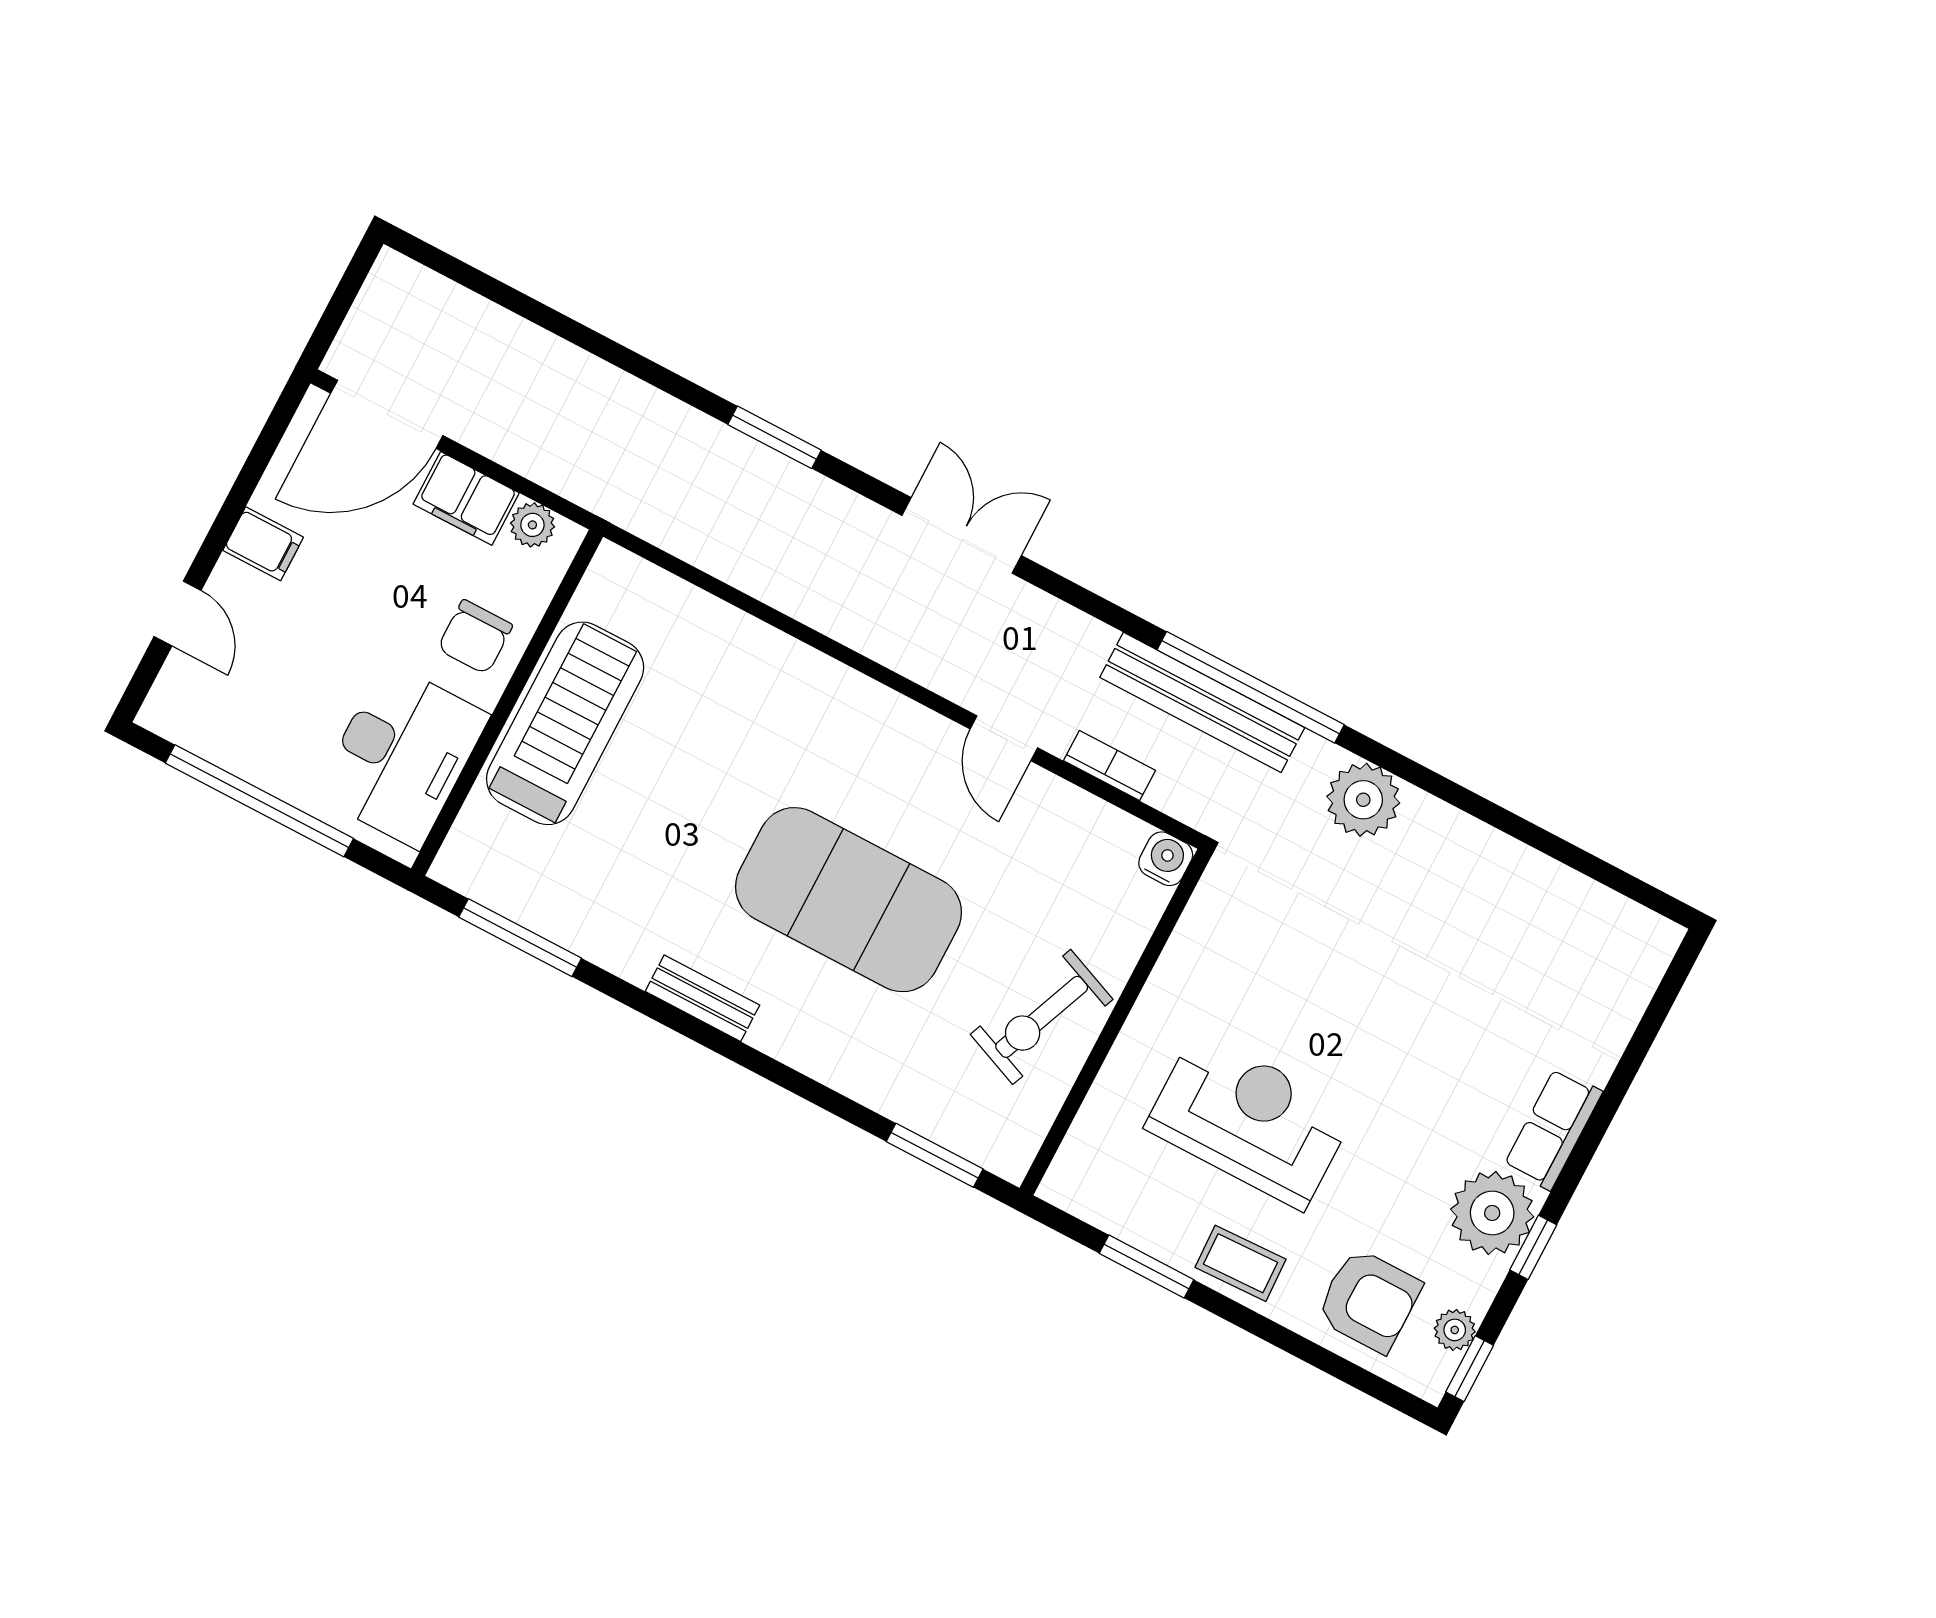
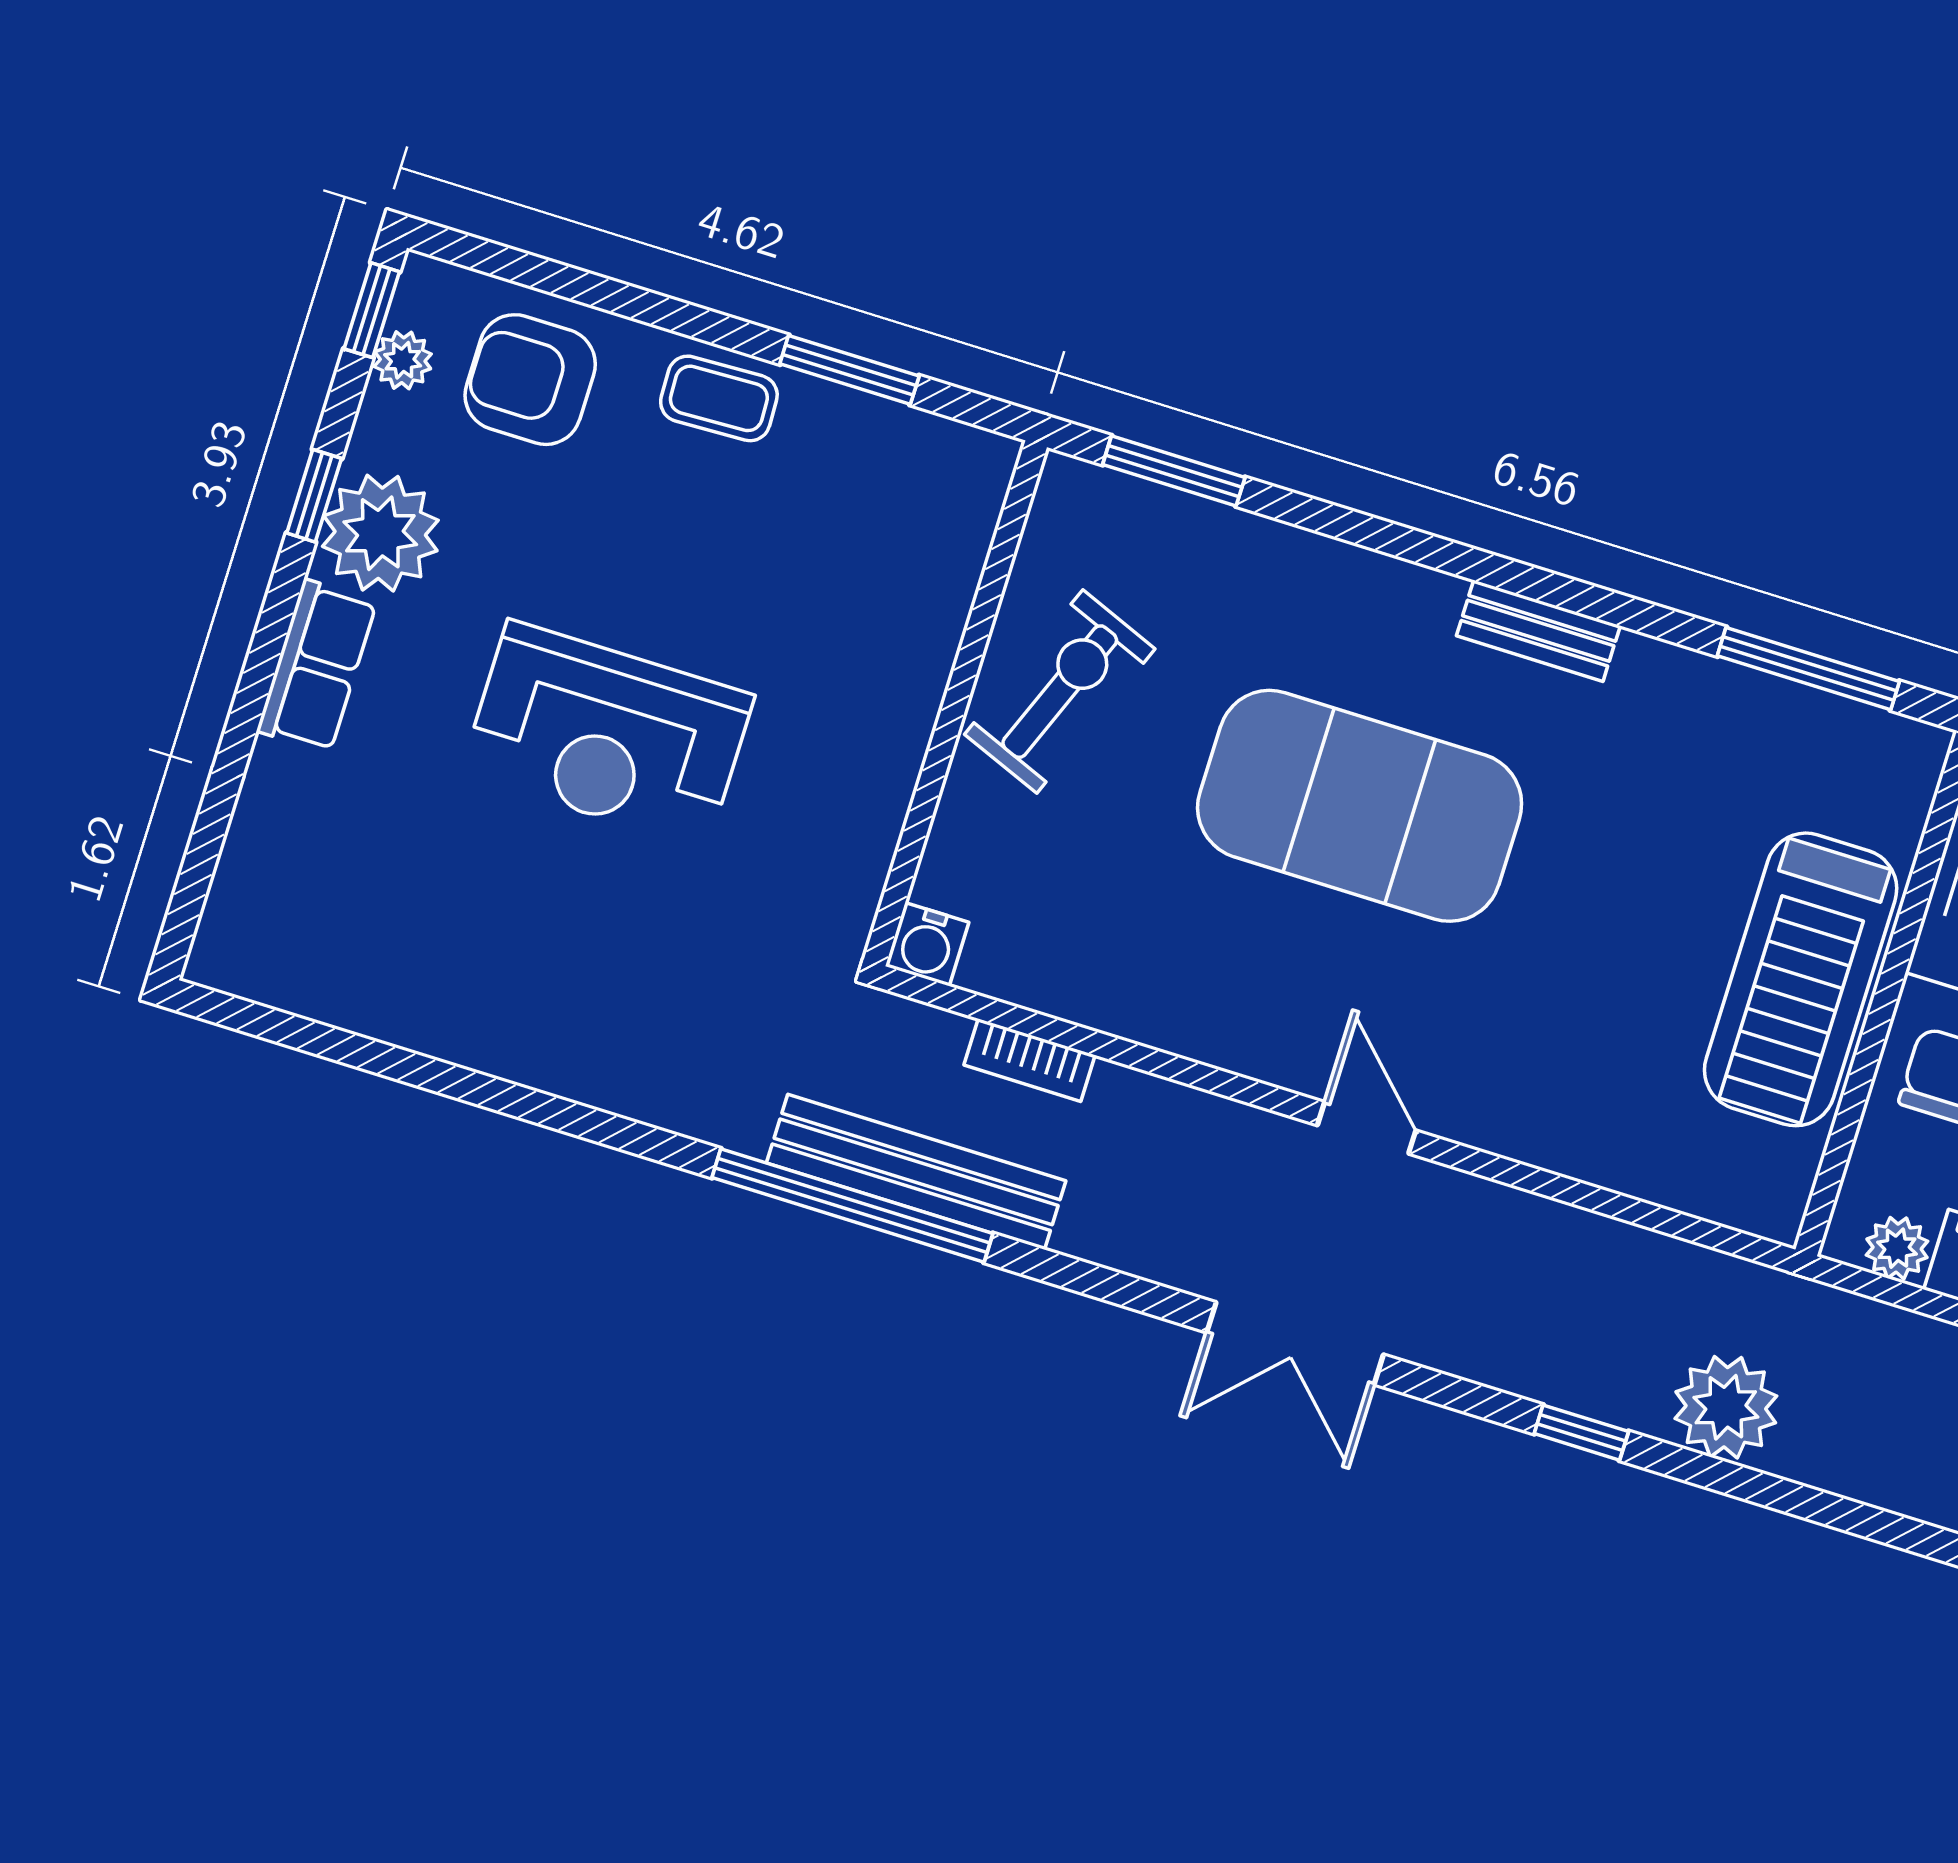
window: (775, 437) -> (1581, 1433), width x0.67
door: (1004, 738) -> (1367, 1128), moved
plant: (1363, 800) -> (1726, 1407), moved
reception desk: (1250, 1120) -> (607, 734), moved

